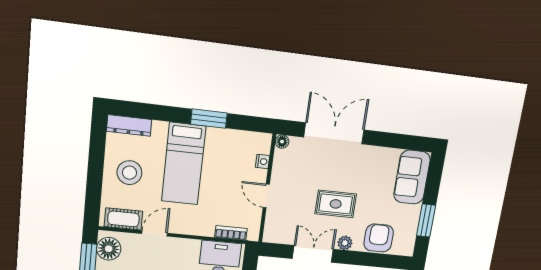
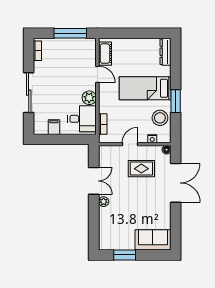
stool: (129, 173) -> (160, 118), moved
rug: (336, 204) -> (141, 169), moved, turned 90
armchair: (379, 238) -> (109, 224), removed
floor lamp: (109, 249) -> (84, 46), removed
plant: (189, 249) -> (89, 98), added

